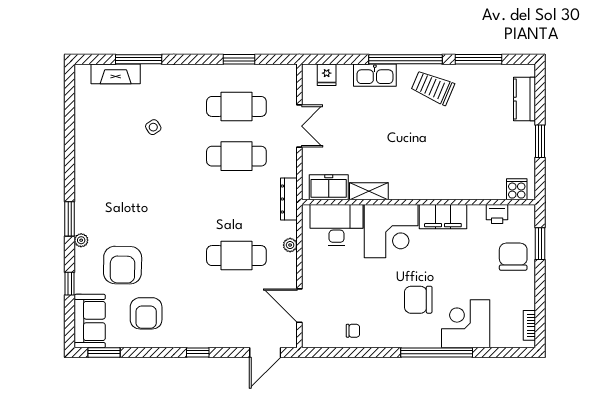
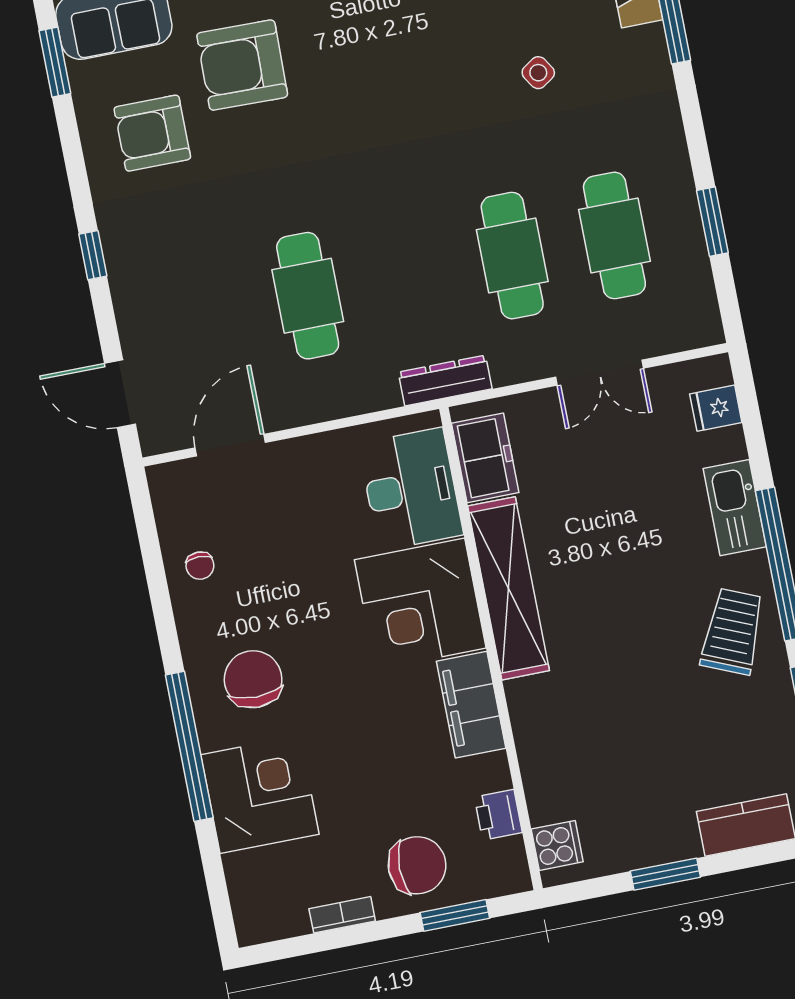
shelving: (369, 191) -> (509, 588), width x2.20, depth x1.33
plant: (290, 245) -> (351, 402), removed
chair: (418, 300) -> (253, 679), moved
bookcase: (529, 325) -> (342, 915), moved

